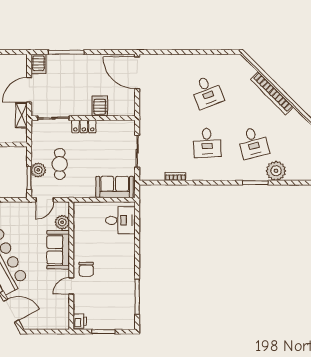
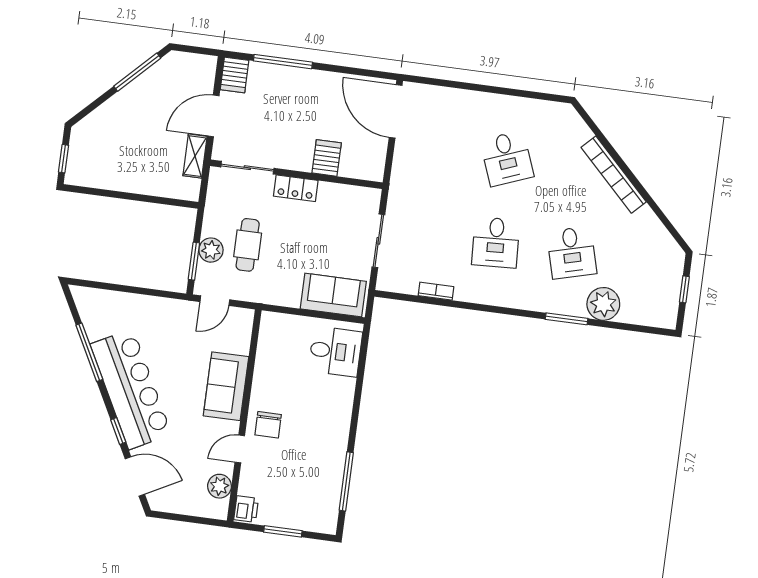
plant: (62, 222) -> (219, 486), moved

